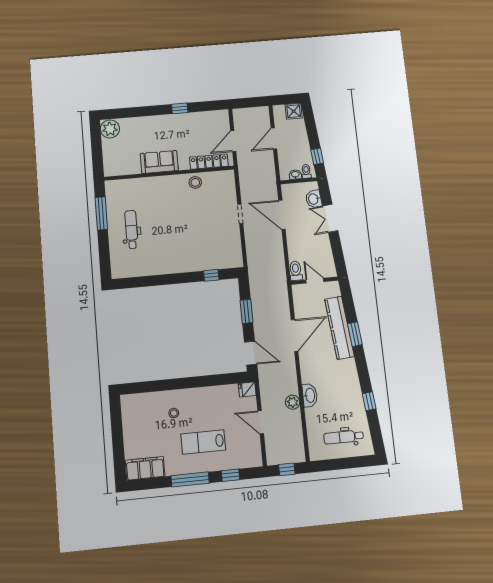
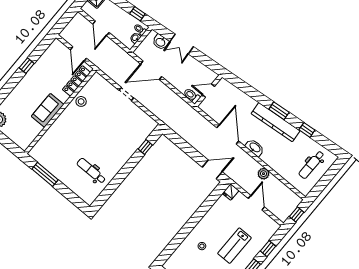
dental chair: (131, 230) -> (91, 171), moved
window: (247, 311) -> (186, 148), removed
kitchen counter: (339, 328) -> (276, 122), moved
window: (355, 334) -> (279, 111), moved
washbasin: (310, 395) -> (255, 148), moved
door: (261, 422) -> (256, 203), swing flipped

